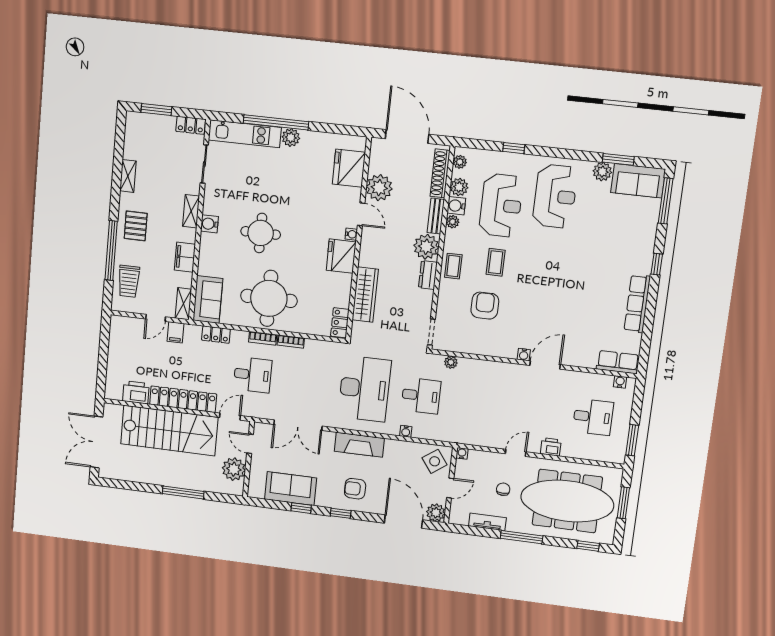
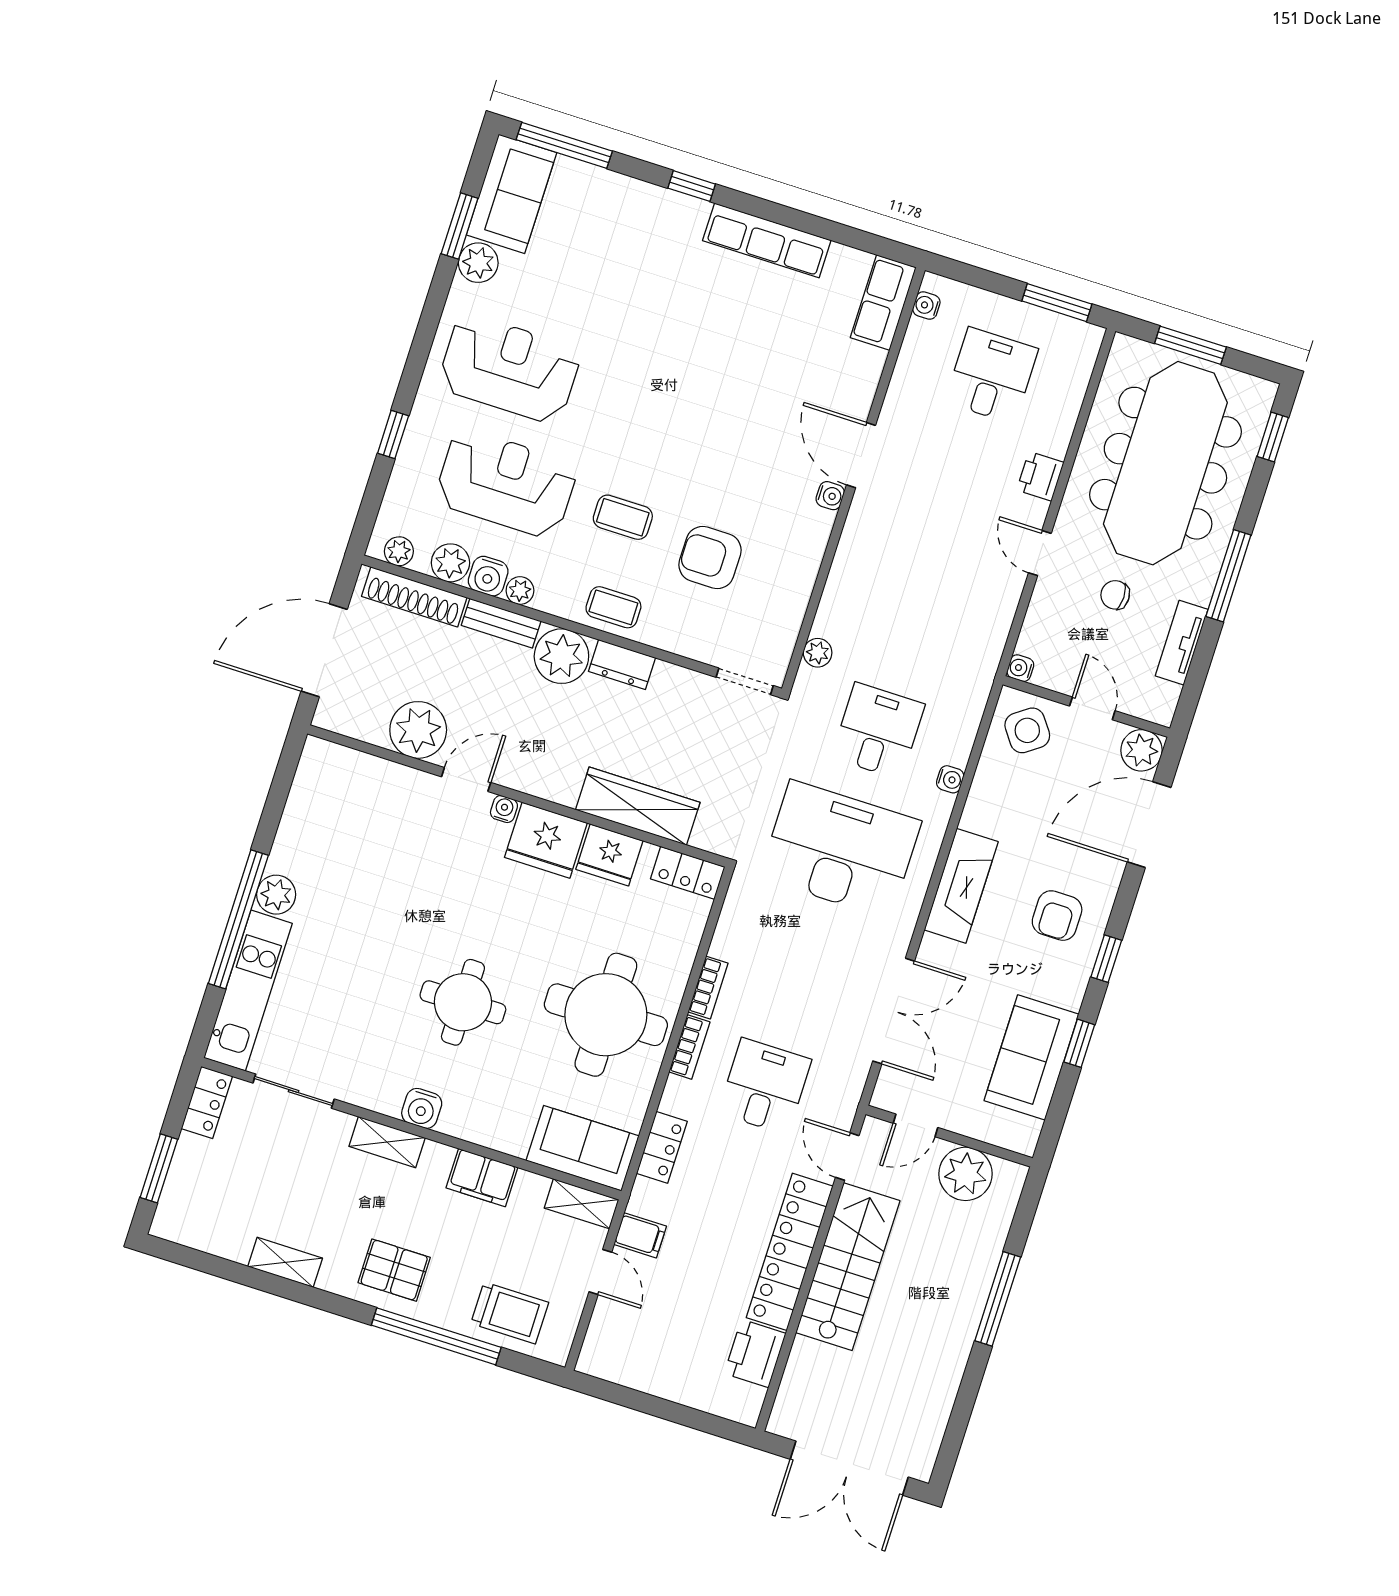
fridge: (349, 168) -> (609, 855), moved, width x0.73, depth x0.75
stairs: (169, 431) -> (848, 1267), width x0.73, depth x0.66

